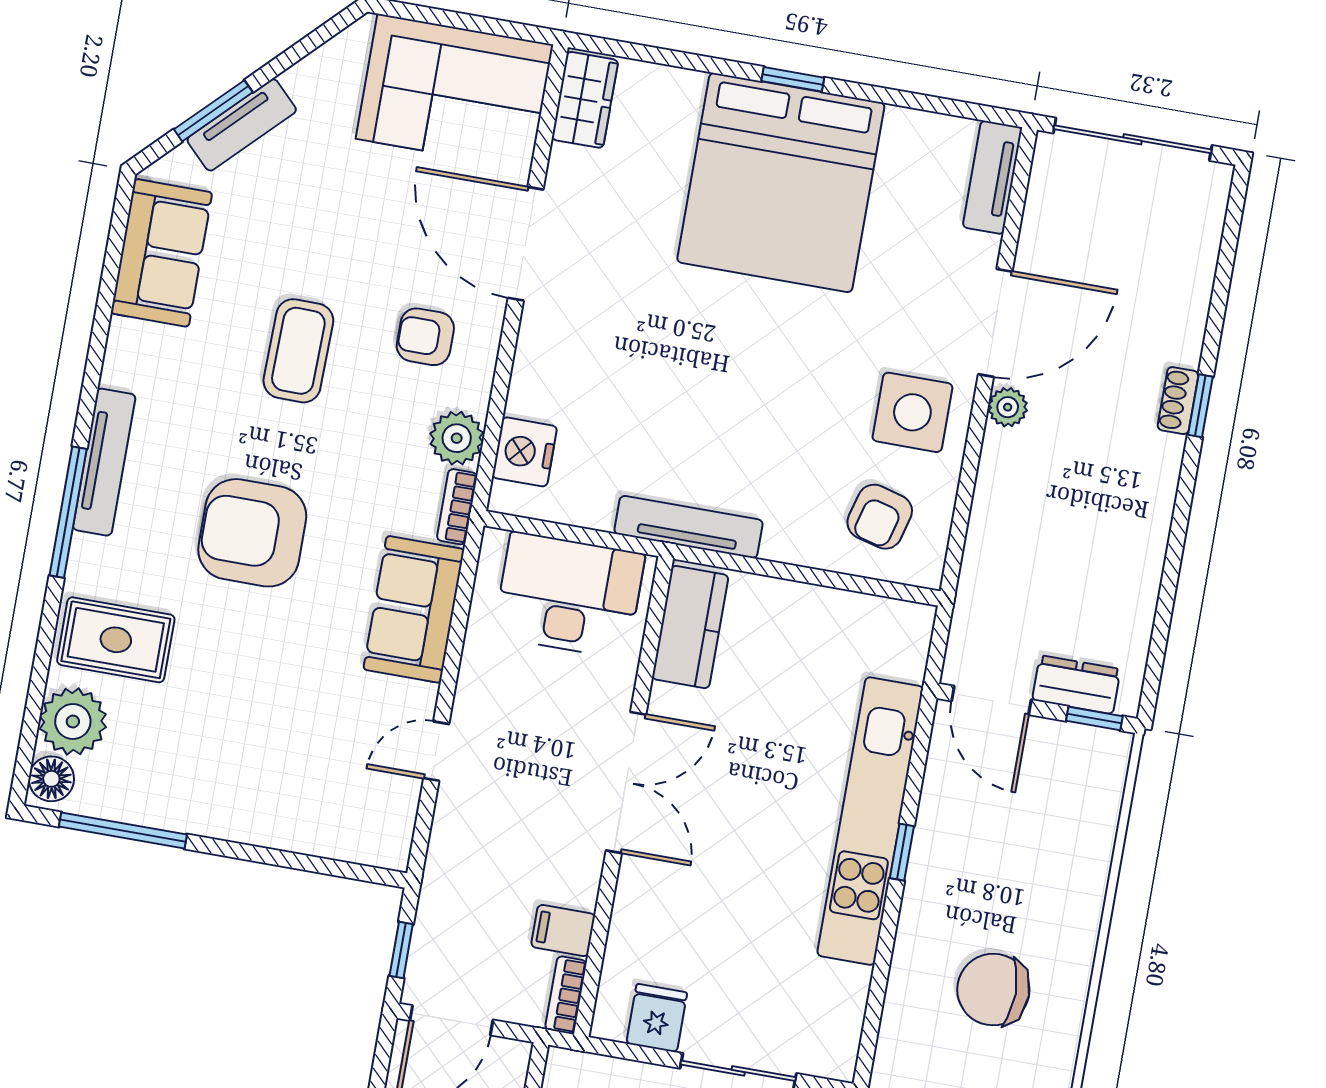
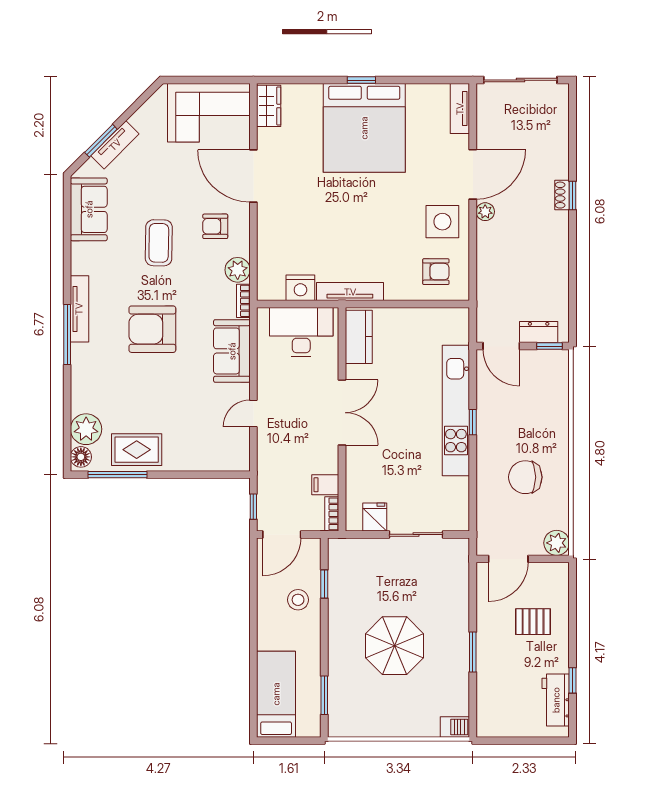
nightstand: (525, 452) -> (300, 288), moved, turned -90
armchair: (880, 517) -> (436, 272), turned -105
rug: (116, 640) -> (137, 450), moved

